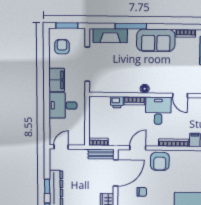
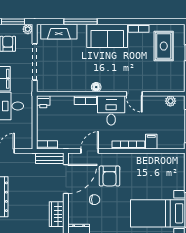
plant: (81, 33) -> (28, 29), added
printer: (117, 102) -> (43, 102), moved
armchair: (160, 161) -> (110, 176), moved

